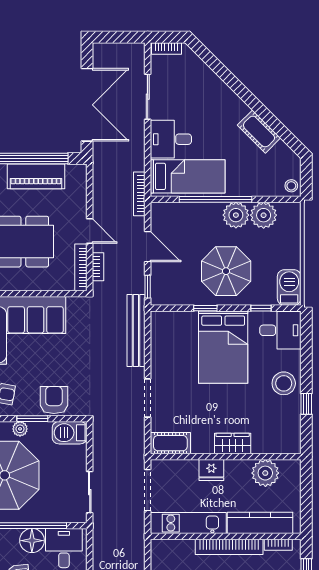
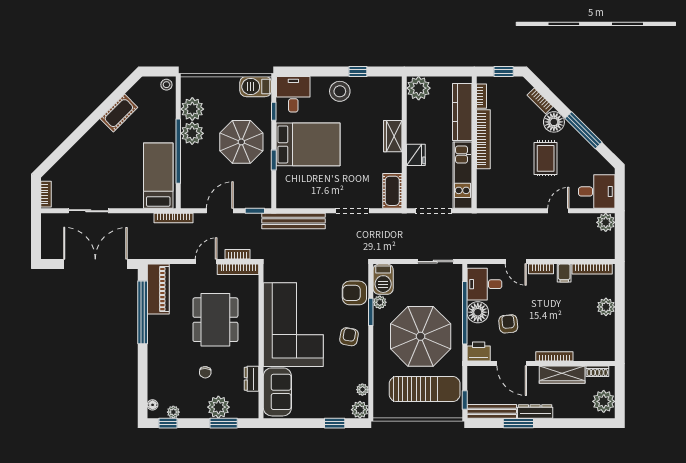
desk: (171, 139) -> (126, 190), removed
piano: (36, 176) -> (158, 289), moved
plant: (20, 429) -> (380, 302), moved
plant: (265, 473) -> (419, 88), moved

